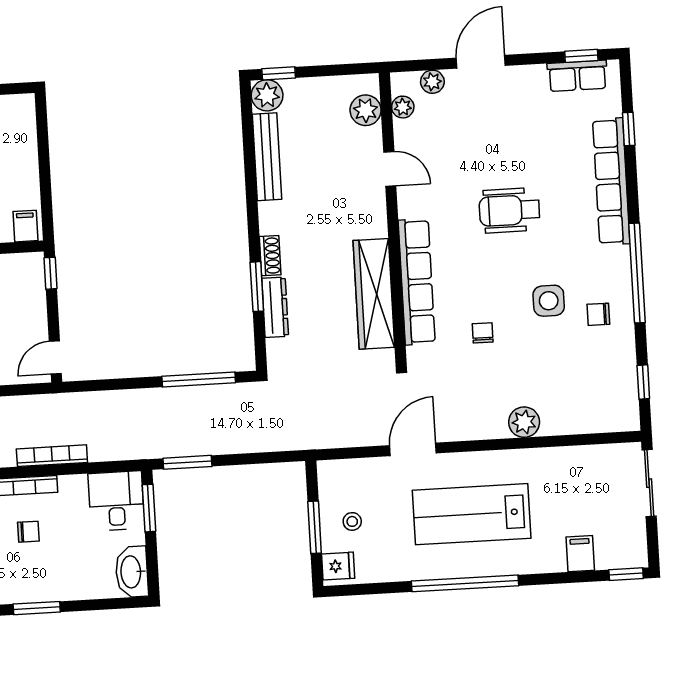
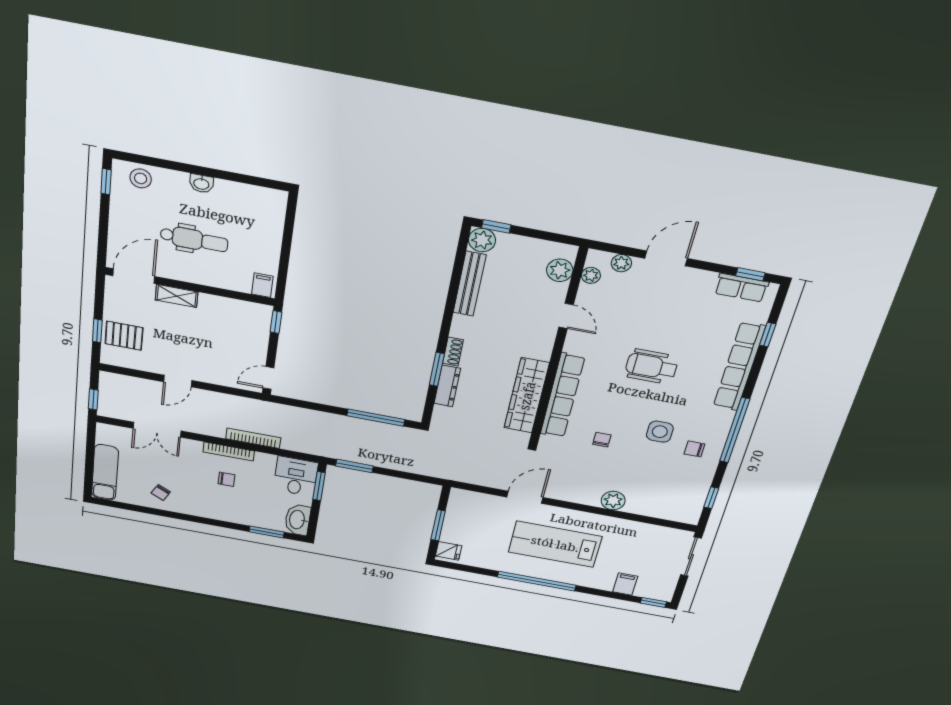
stool: (352, 521) -> (467, 528), removed
window: (37, 608) -> (267, 532), moved

